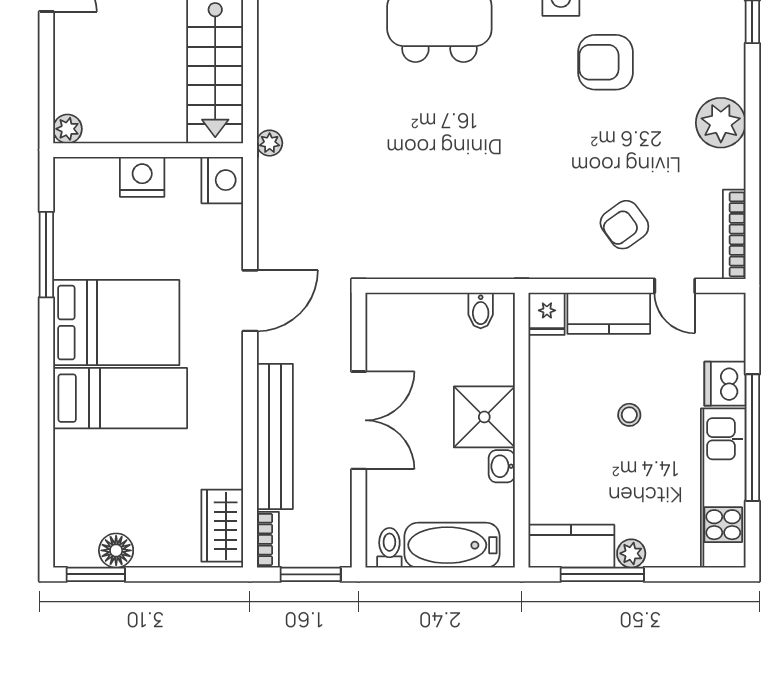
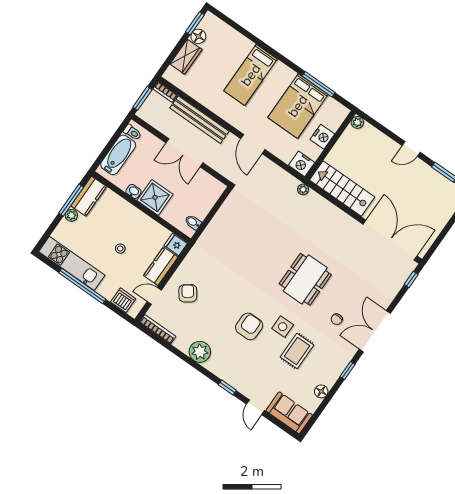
bed: (116, 323) -> (298, 106), moved
dishwasher: (725, 384) -> (123, 300), moved
wardrobe: (222, 526) -> (186, 57), moved, turned 90

